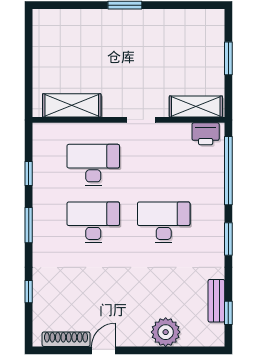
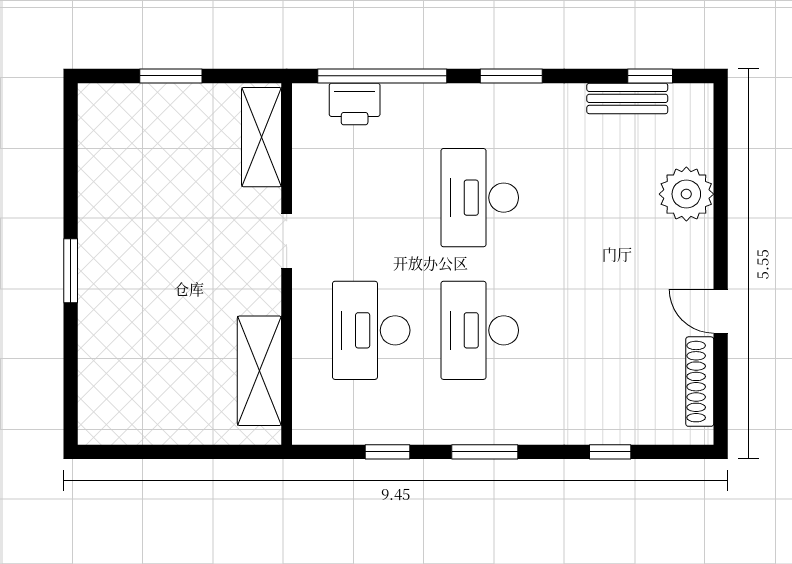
printer: (206, 134) -> (355, 104), moved, turned 90

